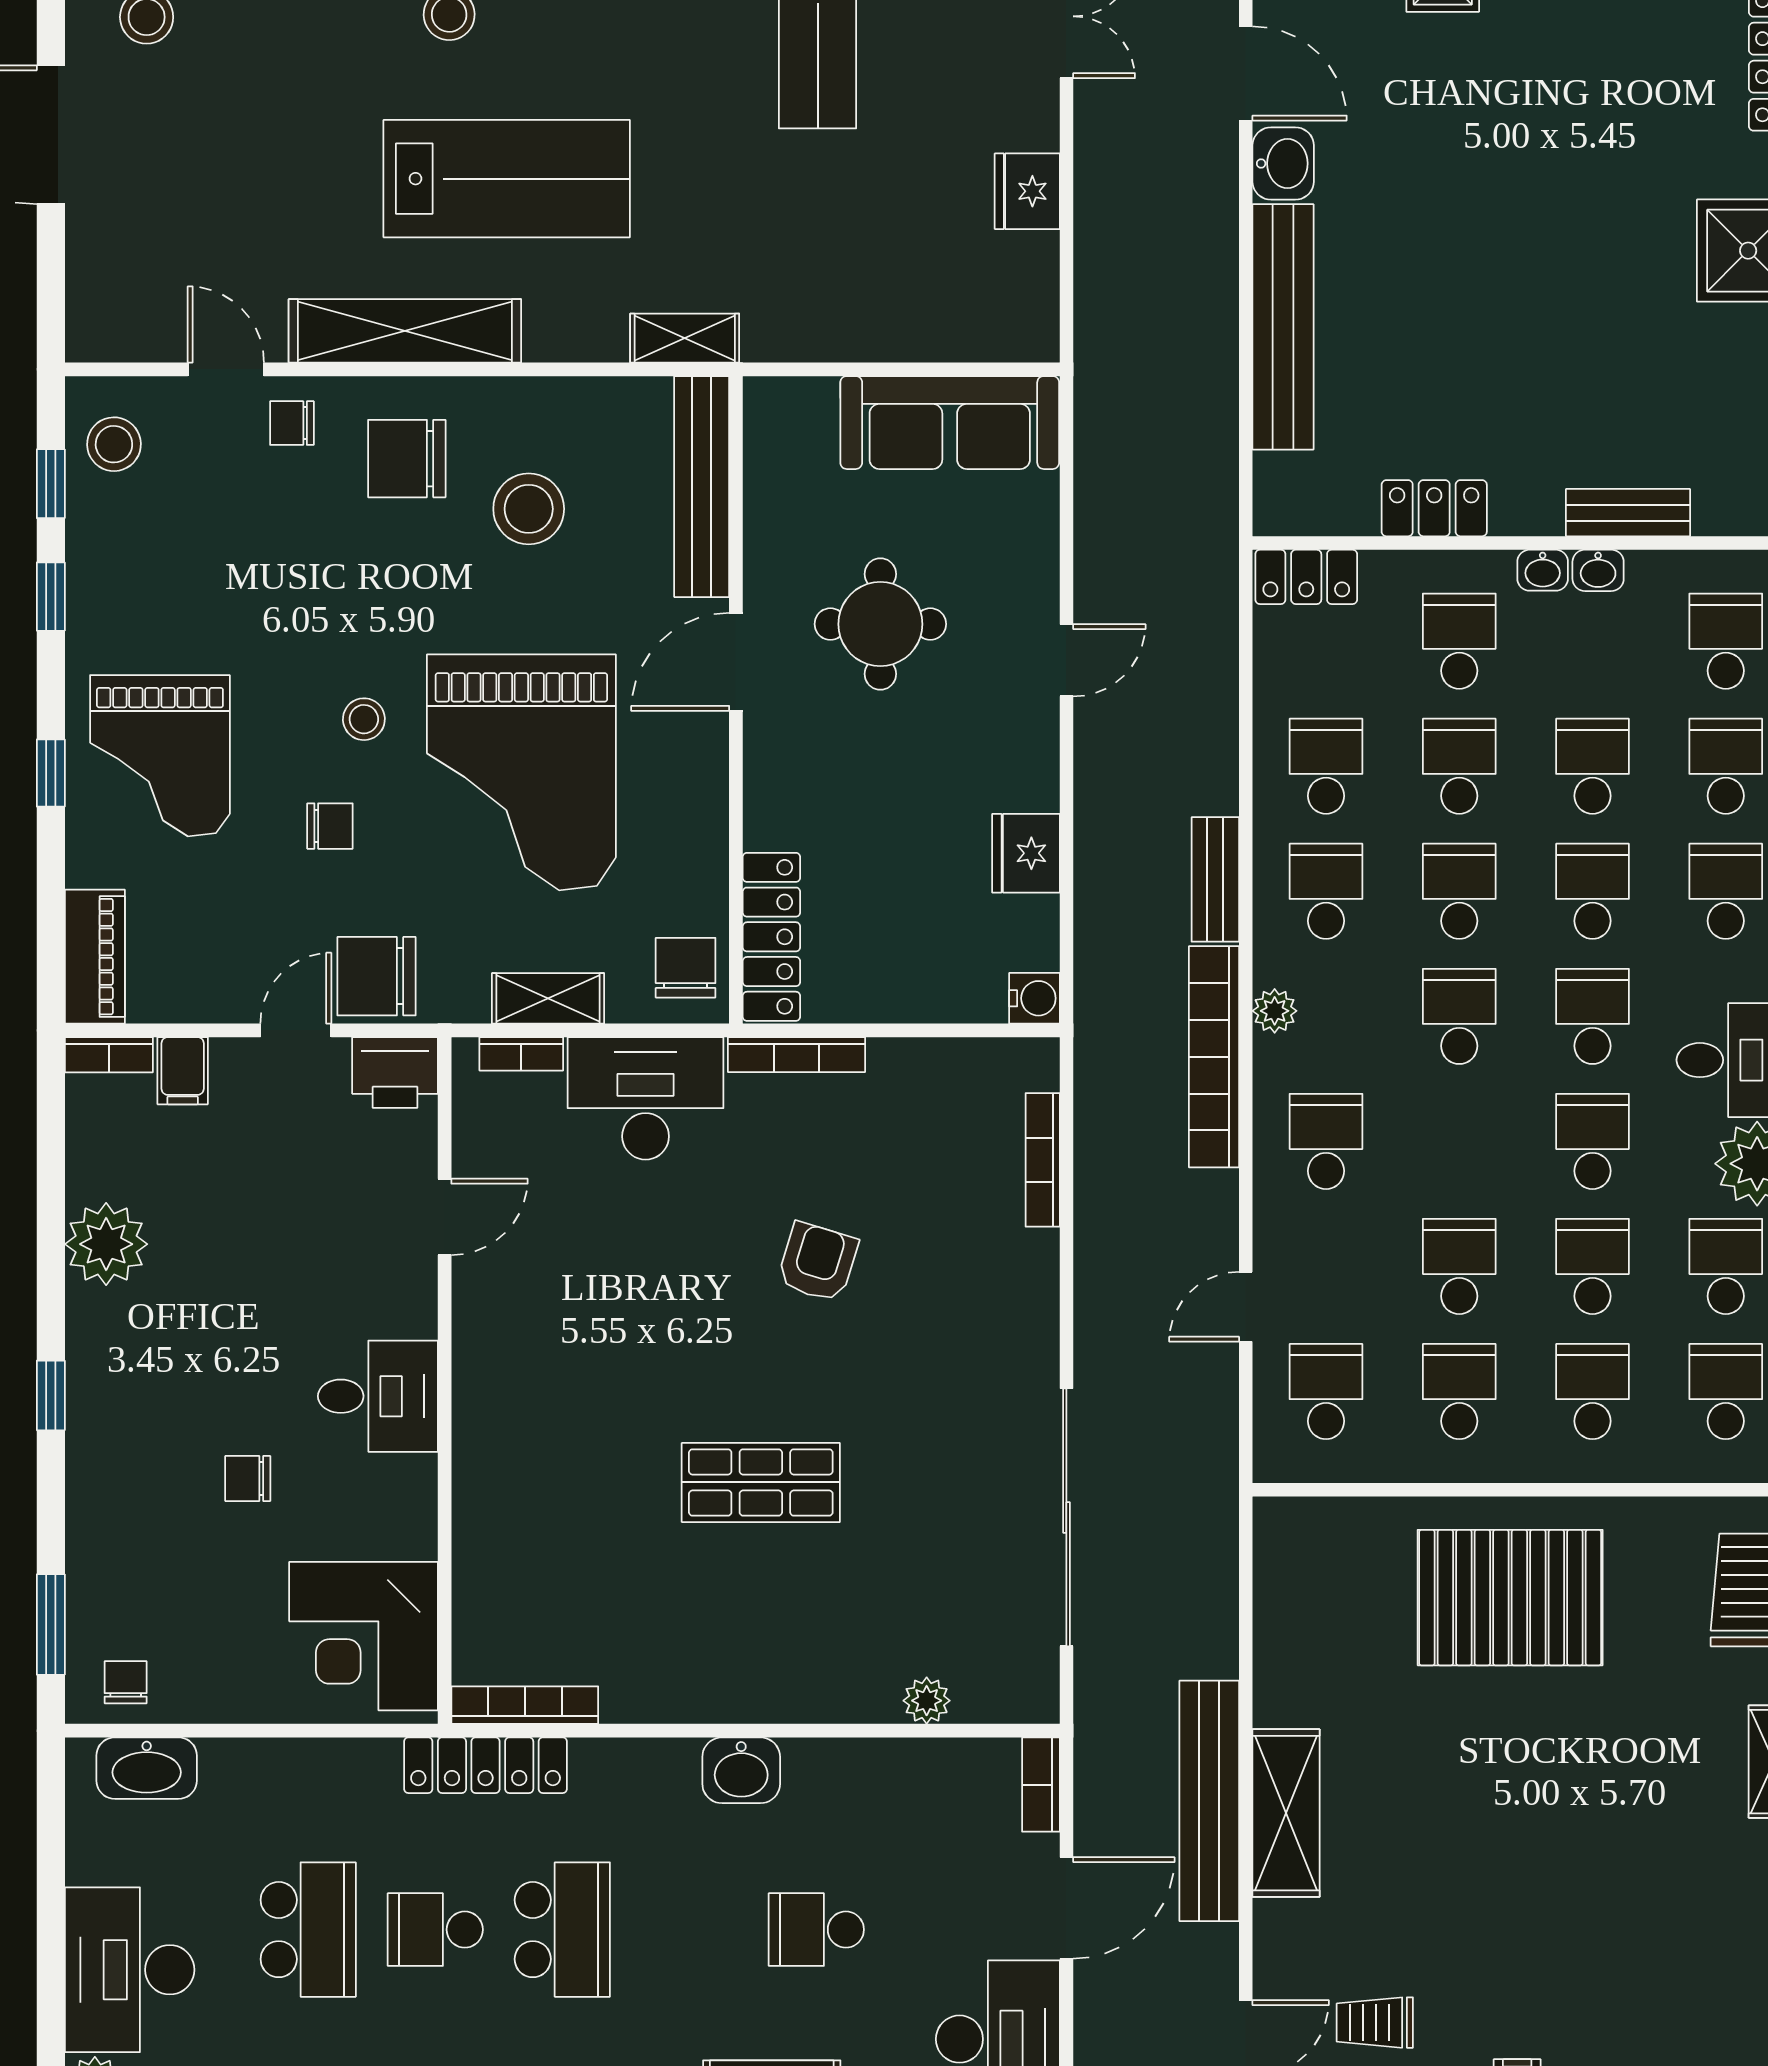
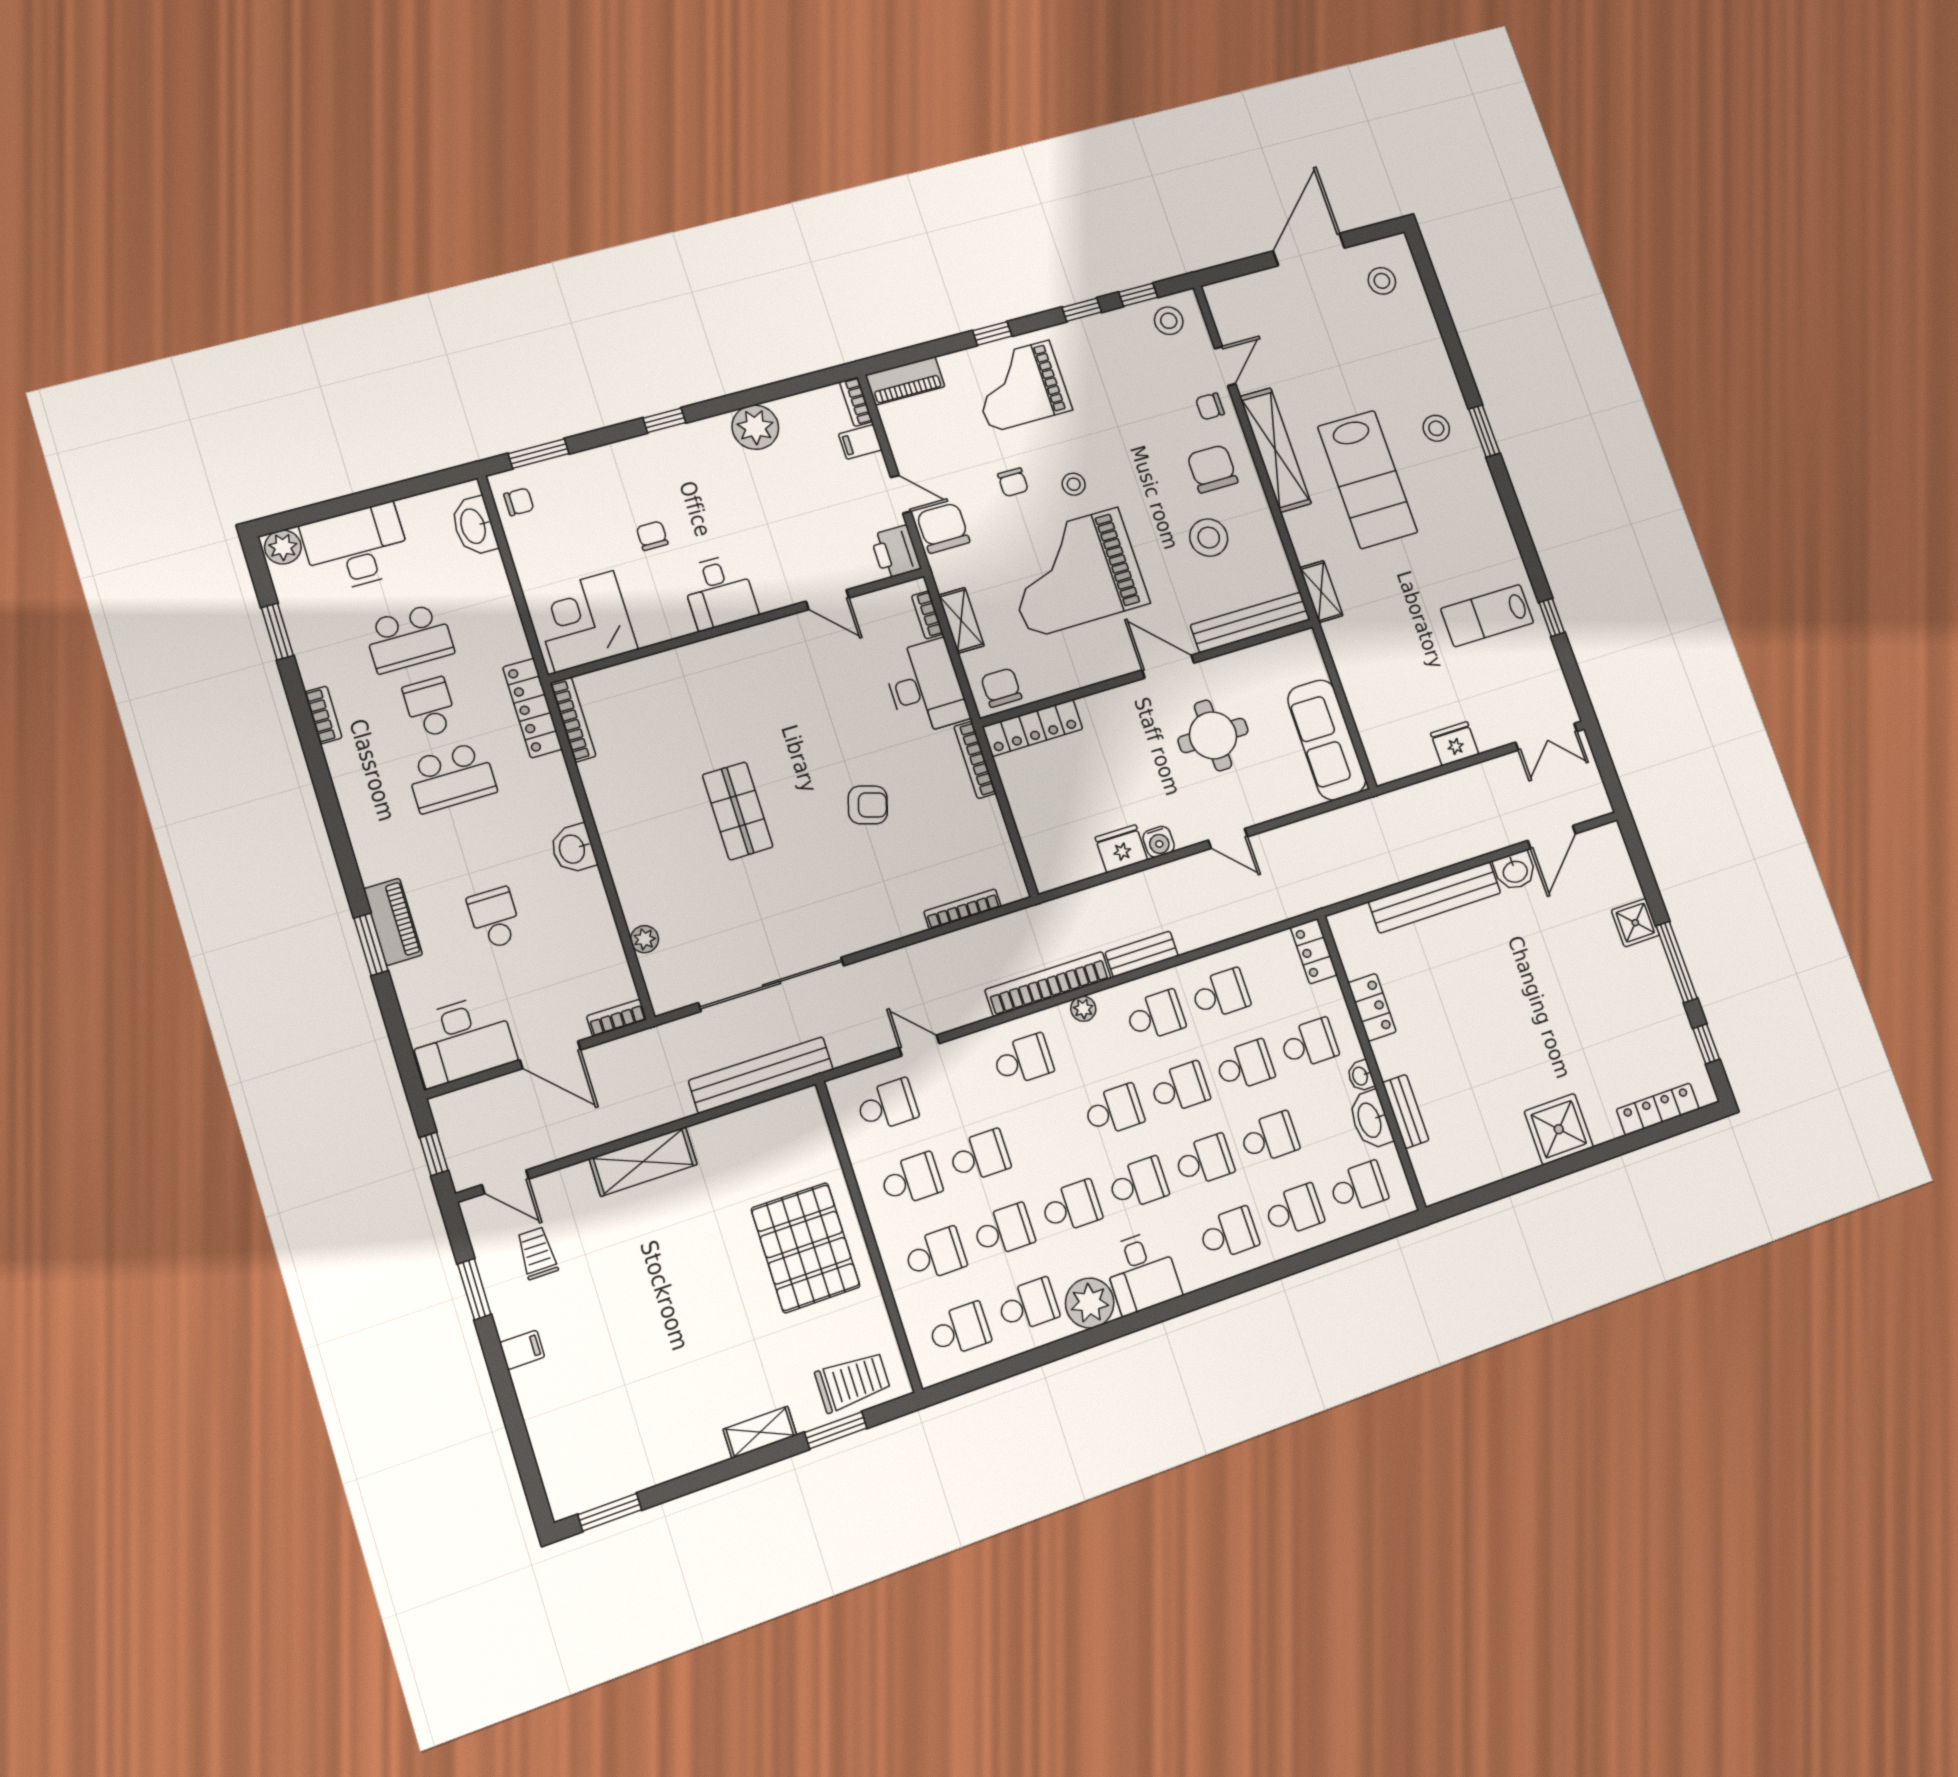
chair: (292, 423) -> (1210, 406), turned -90
washbasin: (1598, 570) -> (1370, 1120), width x1.91, depth x1.45
chair: (686, 968) -> (1001, 688), turned -90
water cooler: (1034, 998) -> (1159, 842), moved
bench: (1209, 1801) -> (761, 1075), moved

